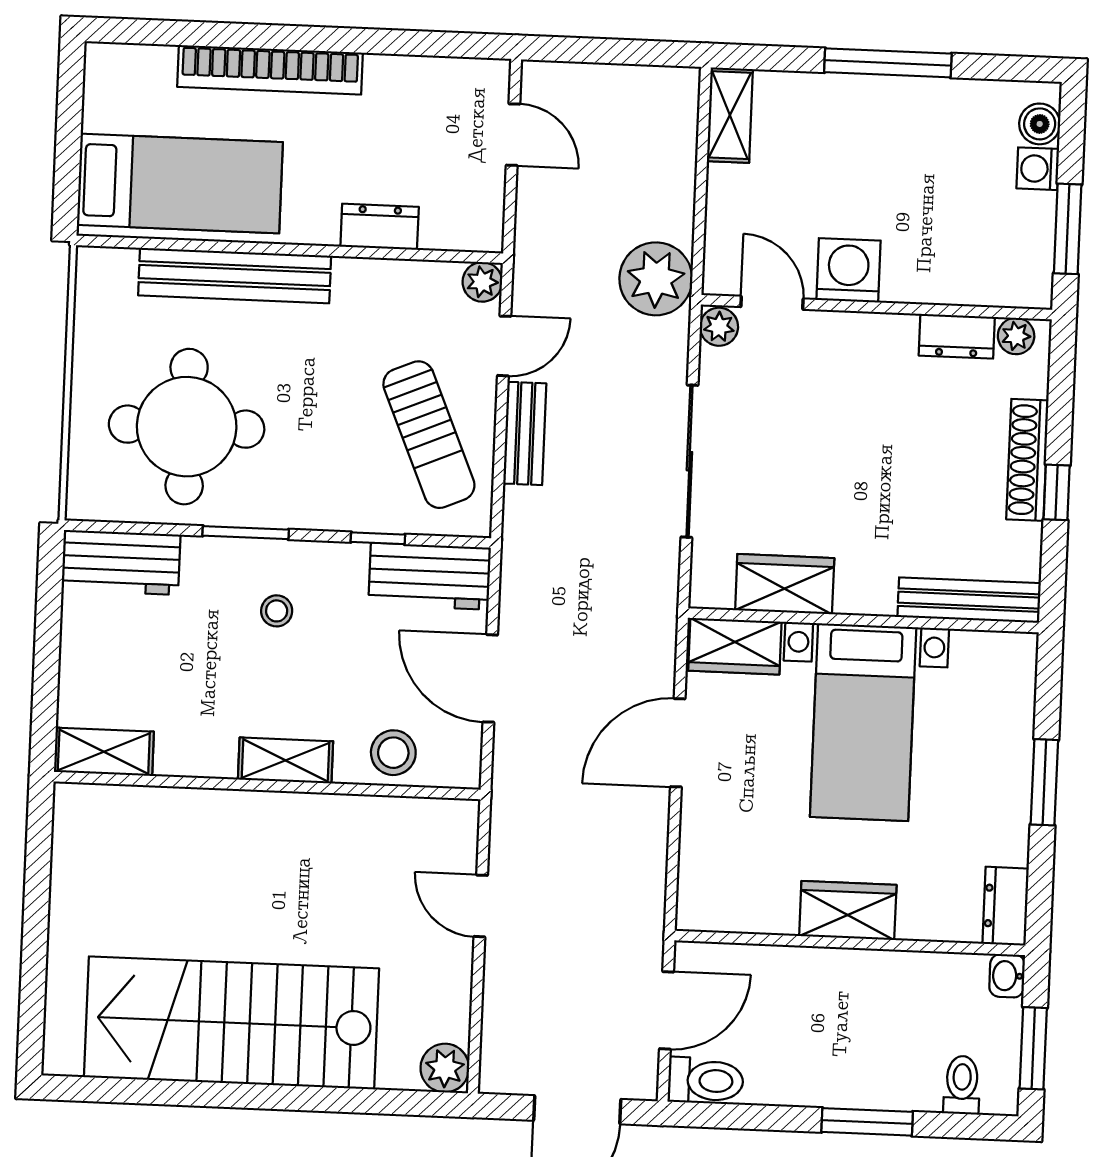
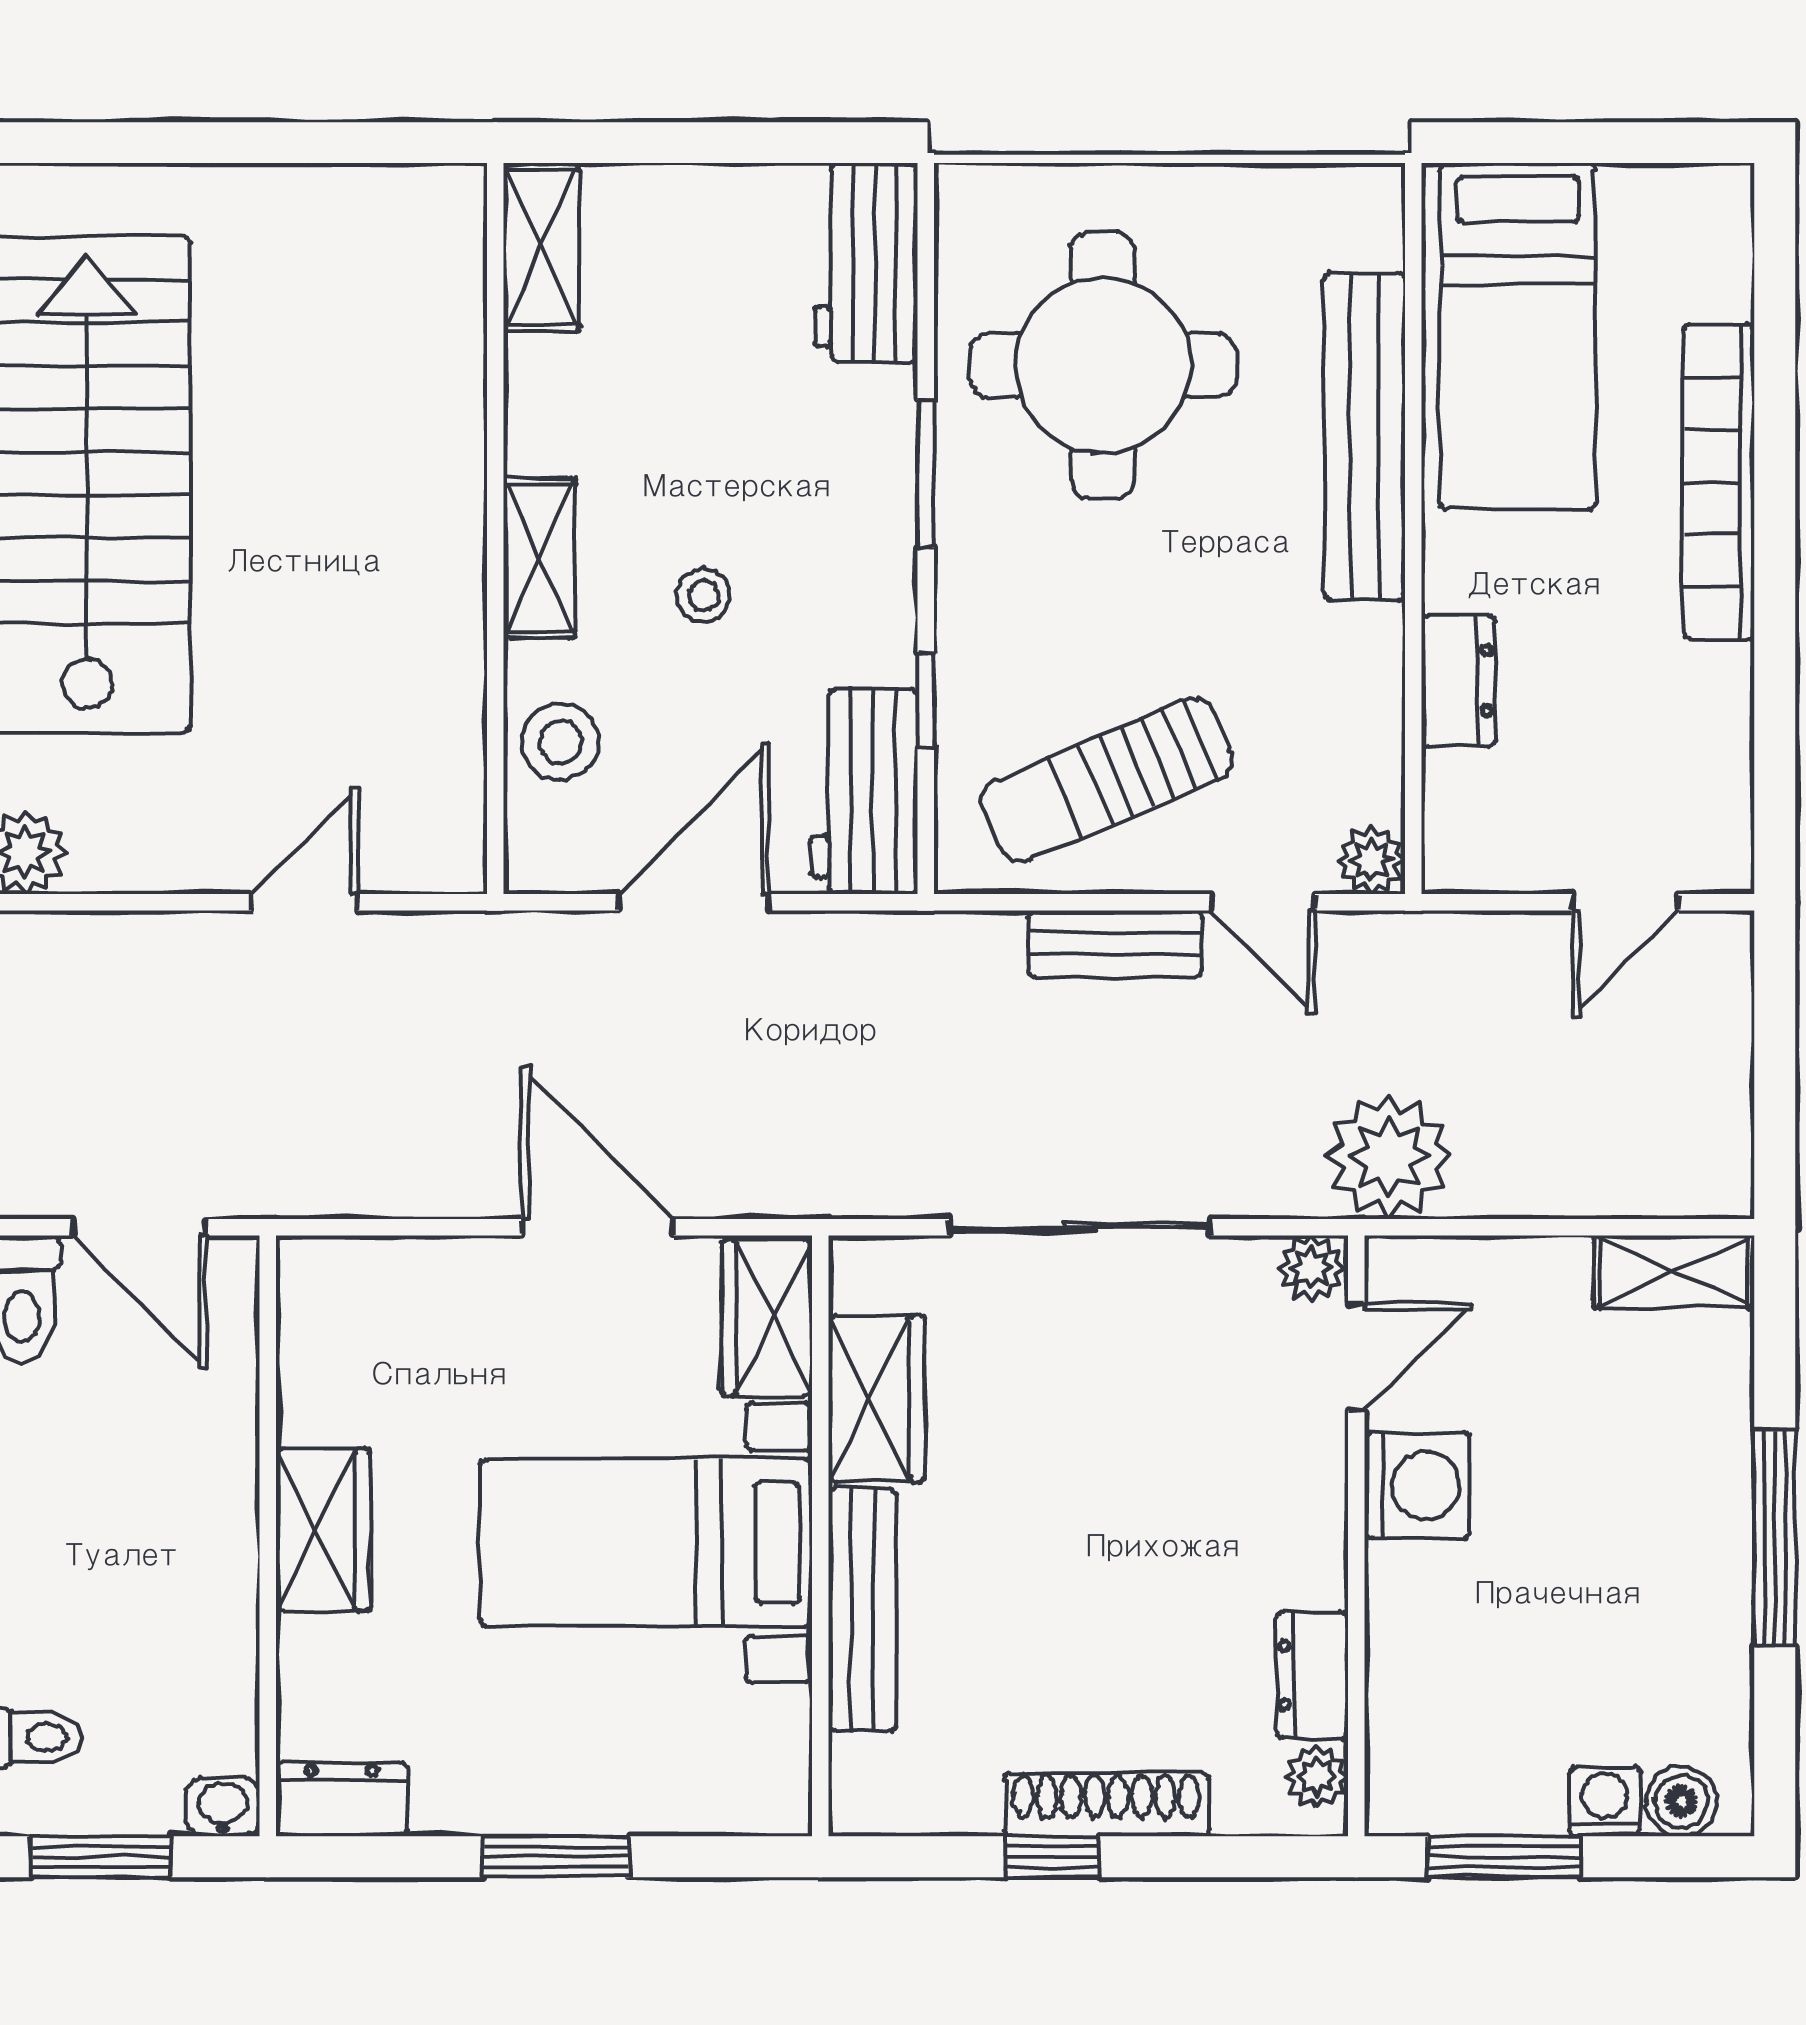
bench: (969, 600) -> (862, 1610), moved
stool: (277, 611) -> (703, 595), moved

